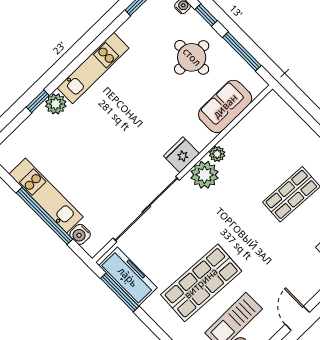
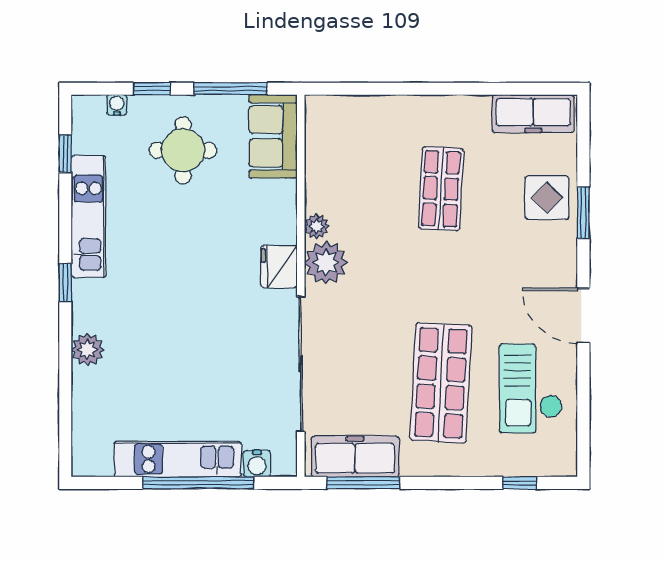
kitchen unit: (93, 68) -> (88, 217), moved
window: (38, 101) -> (65, 282), moved
sofa: (225, 106) -> (273, 136), moved
door: (297, 318) -> (583, 316), width x1.38

